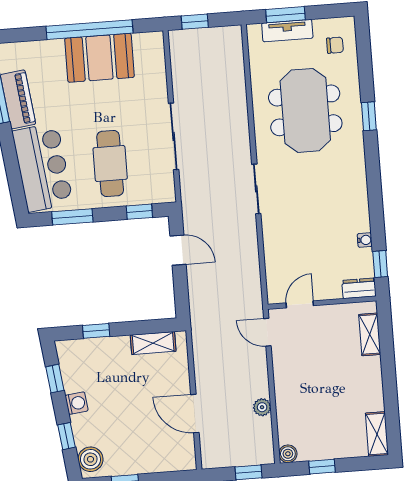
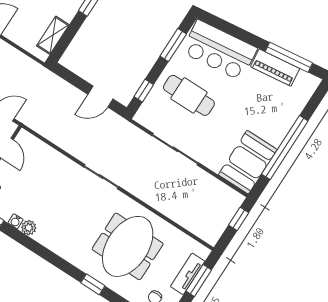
booth: (99, 58) -> (248, 162), moved
meeting table: (305, 110) -> (128, 246), turned 90
plant: (361, 222) -> (29, 228), added

